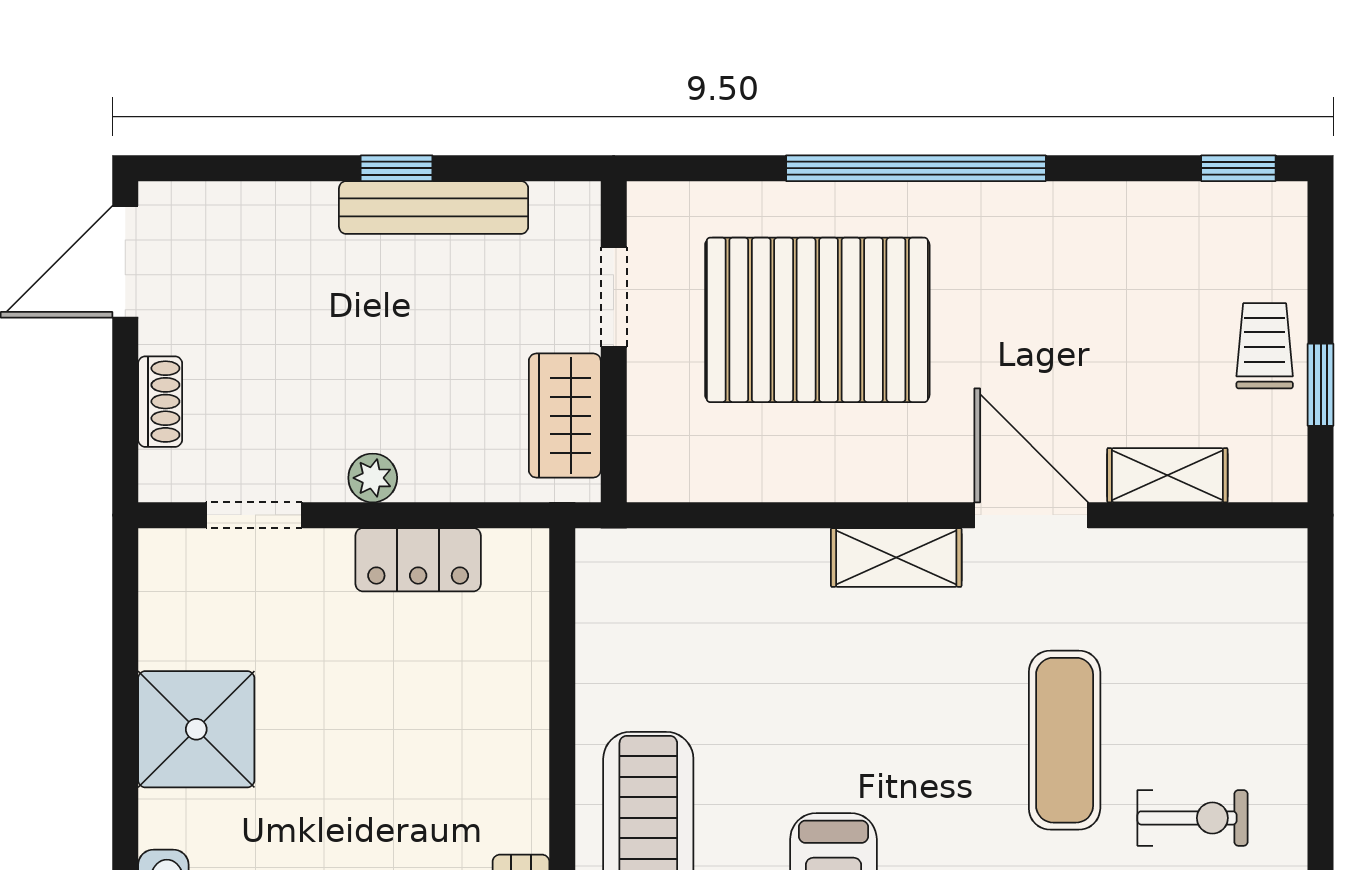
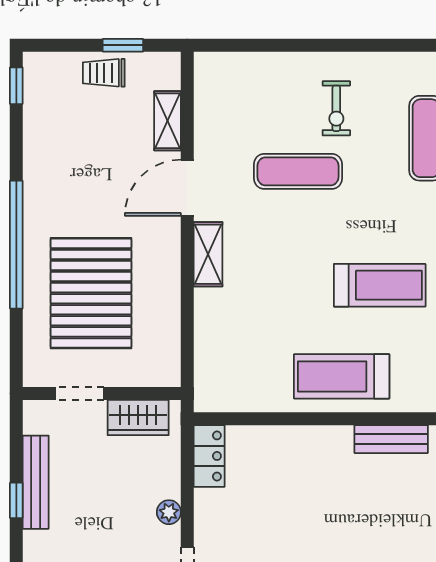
locker: (418, 560) -> (209, 456), moved
exercise bike: (1193, 818) -> (336, 108), turned 180

